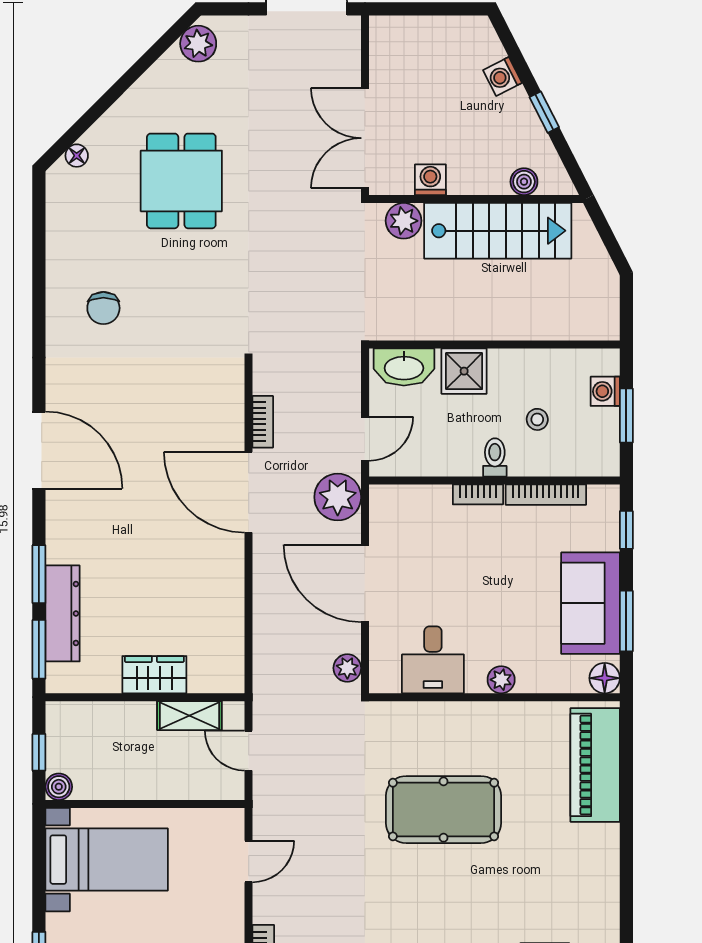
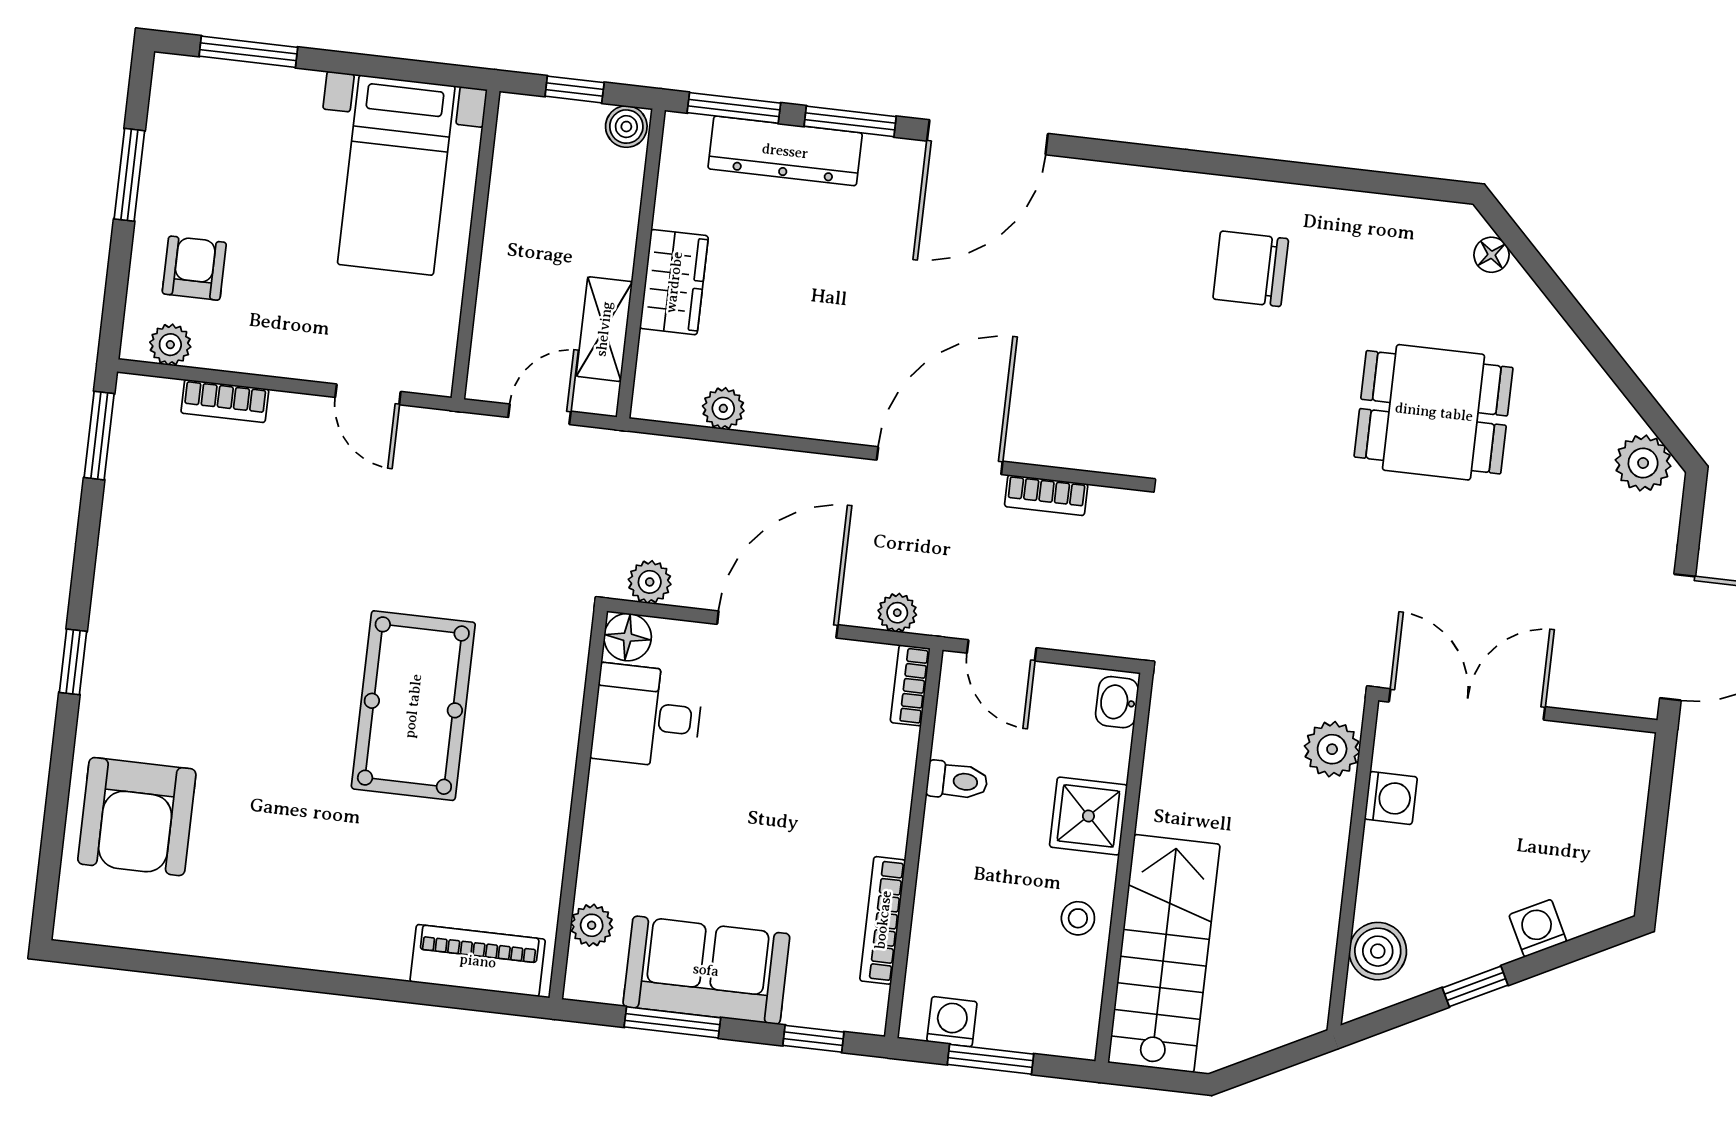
boiler: (524, 182) -> (1378, 951), width x1.36, depth x1.36
stairs: (498, 231) -> (1164, 953), moved, turned 180
chair: (103, 308) -> (1251, 269), width x1.37, depth x1.37
washbasin: (404, 367) -> (1117, 702), width x0.52, depth x0.69
washing machine: (605, 391) -> (952, 1022), moved
stool: (537, 419) -> (1078, 918), moved
door: (39, 450) -> (987, 137), moved
toilet: (495, 457) -> (957, 781), moved
bookcase: (478, 494) -> (910, 685), moved
plant: (338, 497) -> (897, 613), width x0.53, depth x0.53
plant: (231, 634) -> (723, 408), added
floor lamp: (605, 678) -> (628, 637), moved
plant: (501, 680) -> (592, 925), moved
piano: (595, 765) -> (478, 961), width x0.73, depth x0.75
boiler: (59, 787) -> (626, 127), moved

